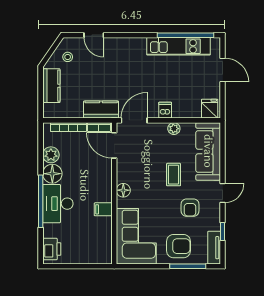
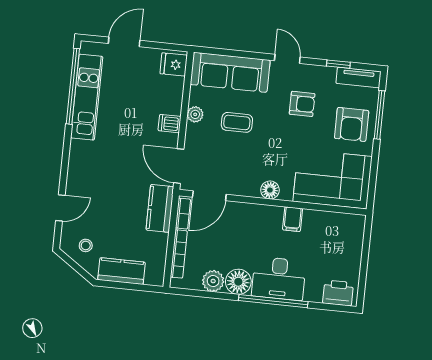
coffee table: (174, 175) -> (237, 122), moved
armchair: (179, 246) -> (352, 124), turned 180

